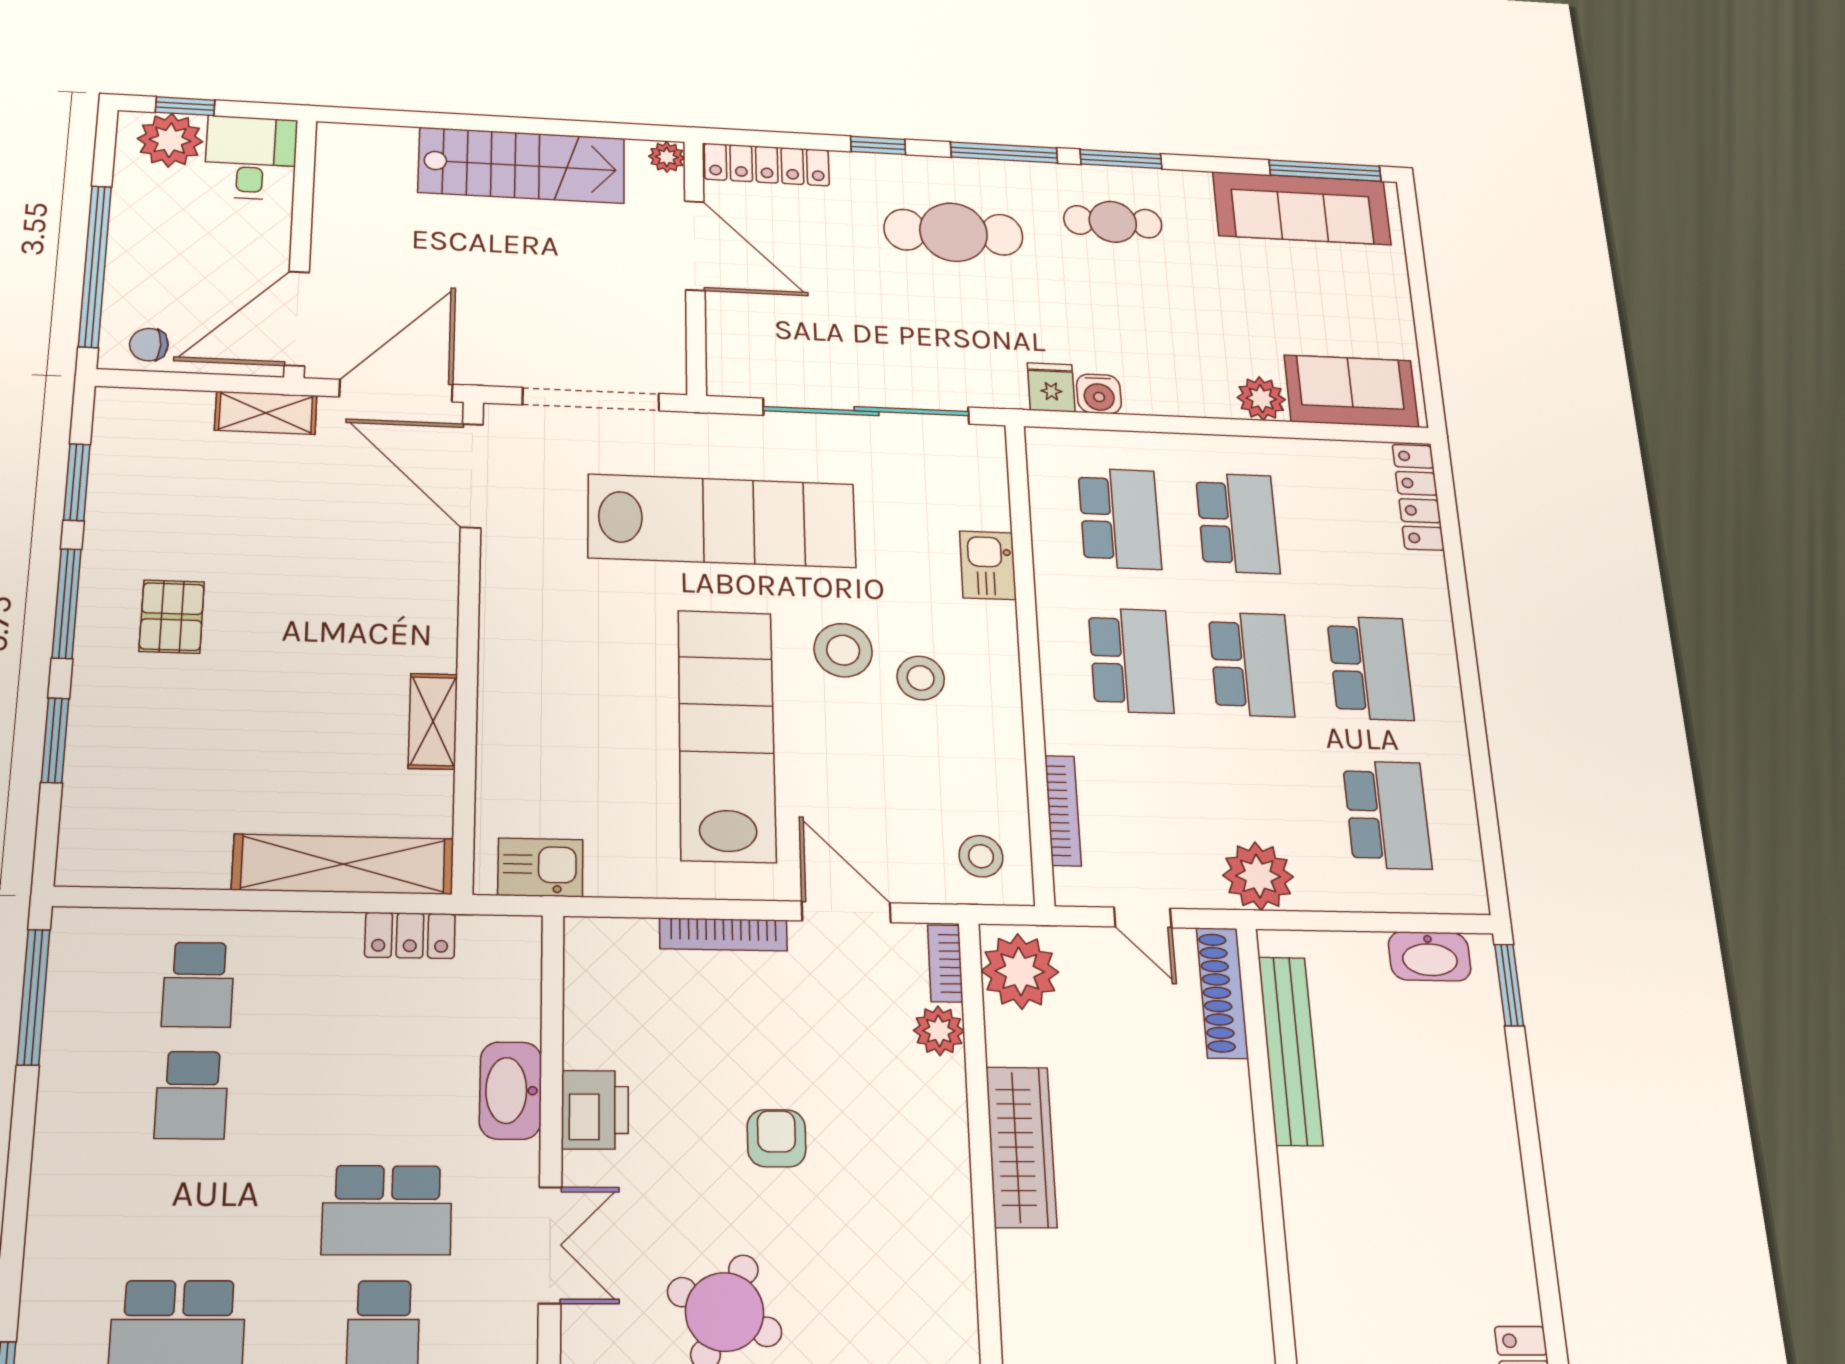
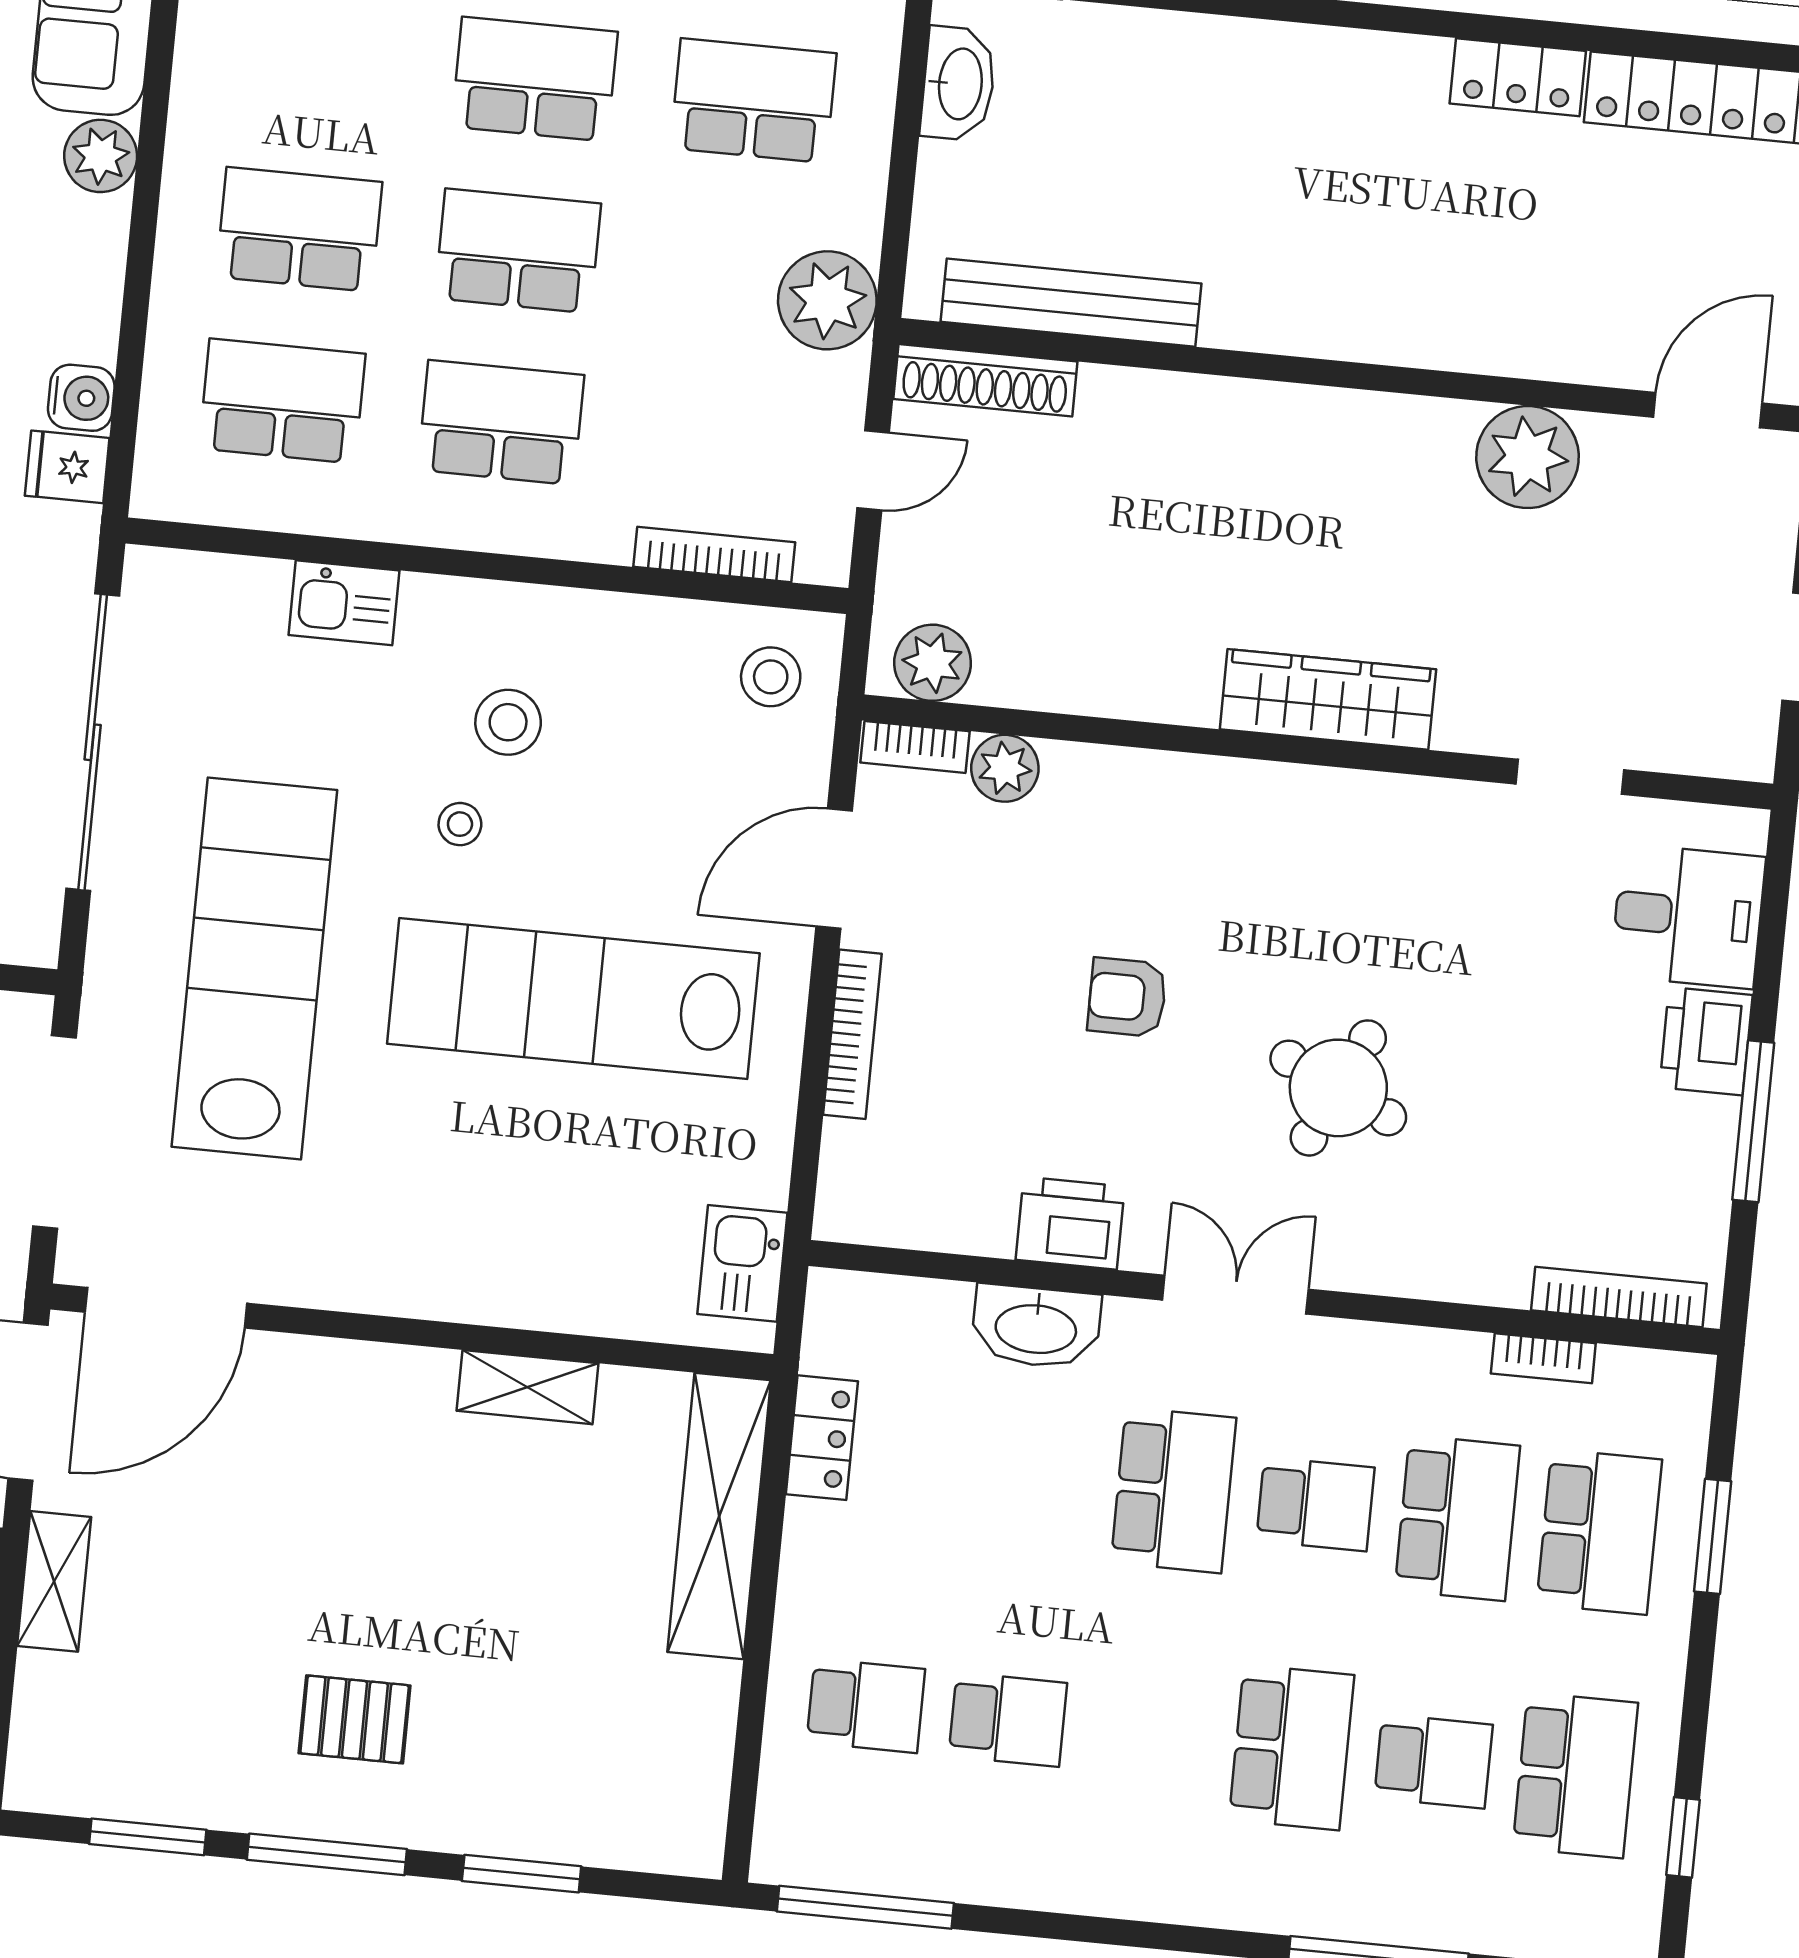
stool: (843, 650) -> (460, 824), width x0.53, depth x0.53
plant: (1020, 971) -> (933, 663), width x0.73, depth x0.73
wardrobe: (1021, 1147) -> (1328, 699), moved

